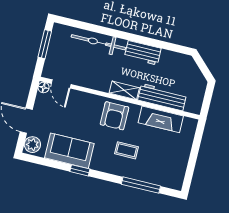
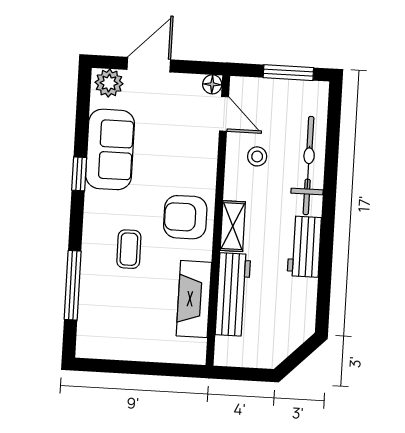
stool: (88, 70) -> (257, 156), added
door: (61, 84) -> (224, 114), swing flipped

